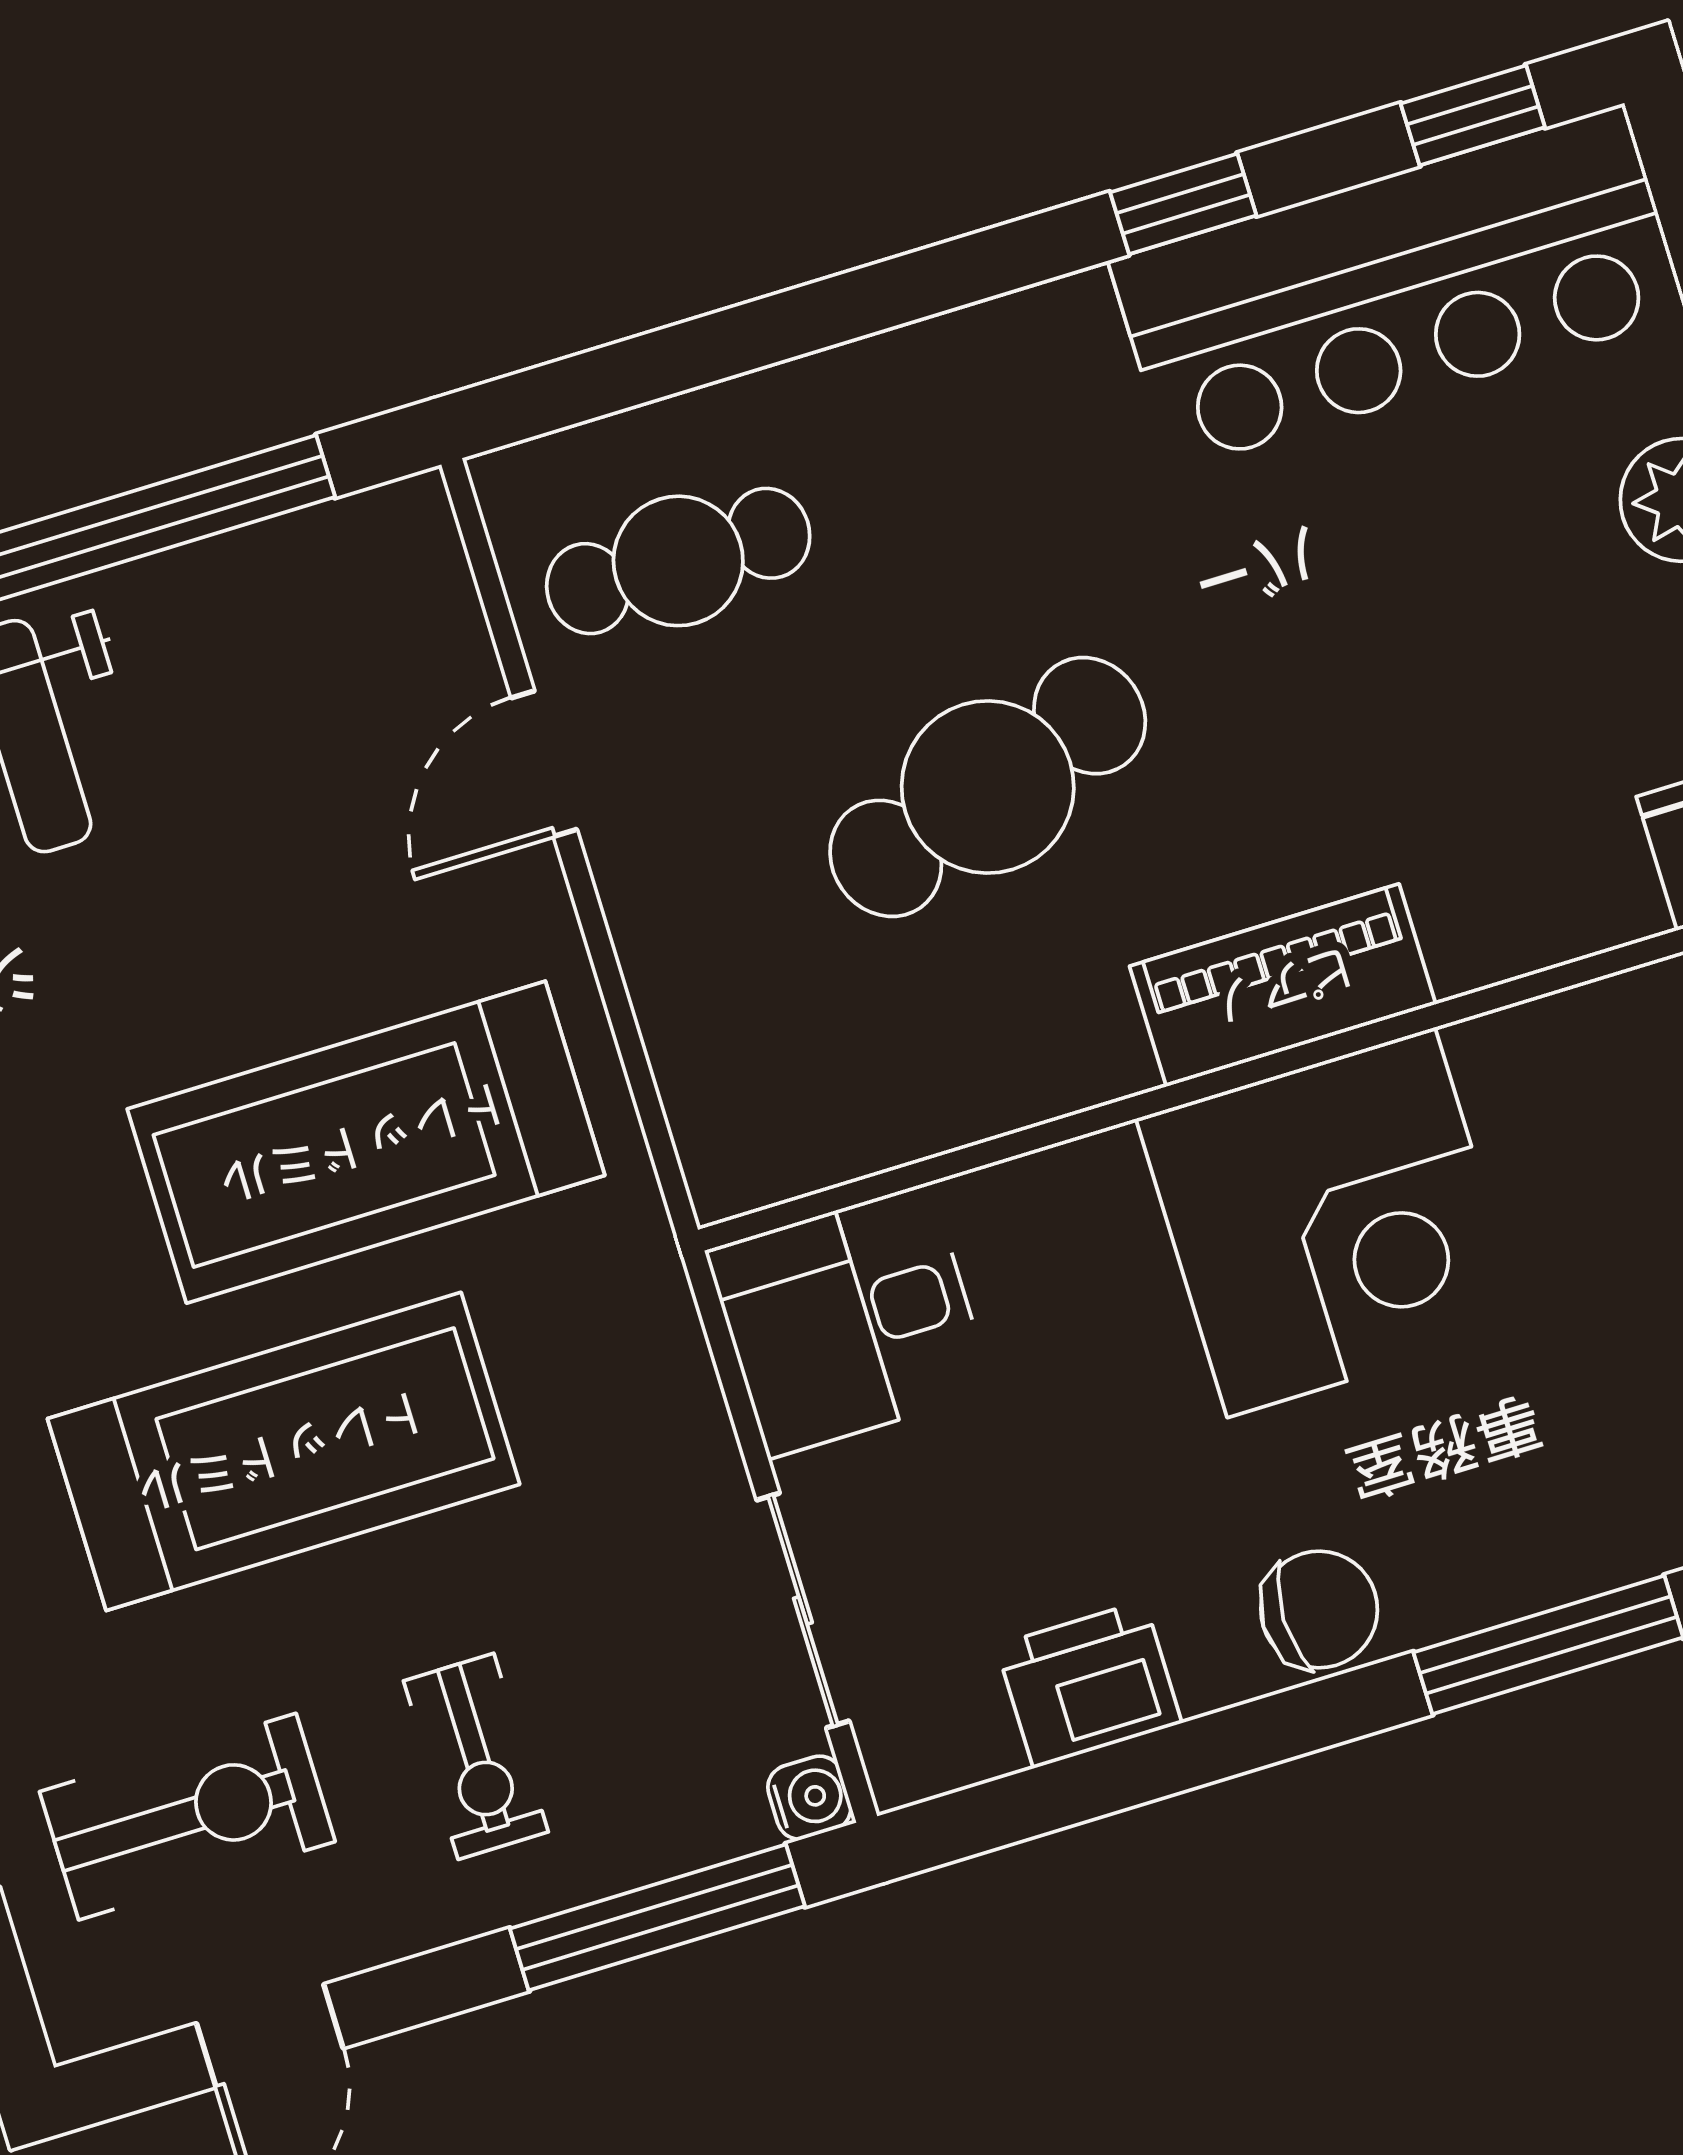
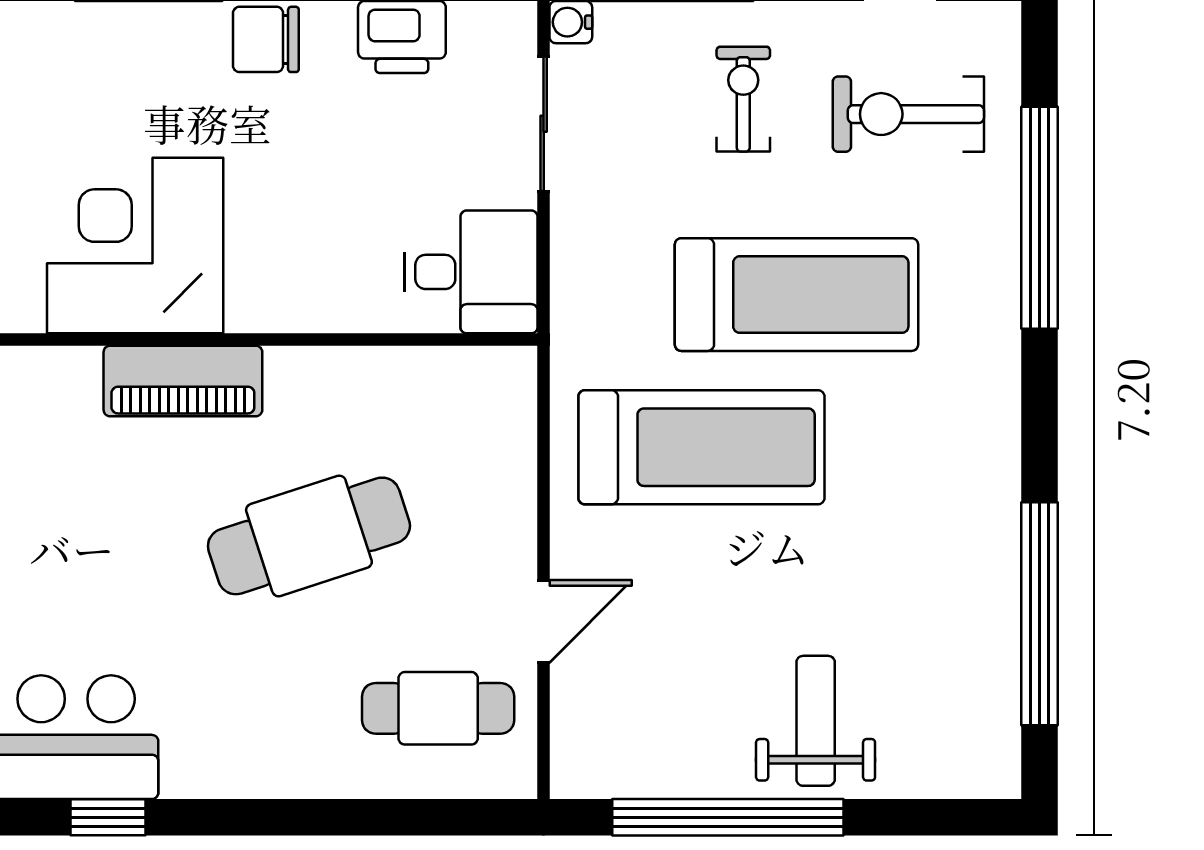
corner desk: (1331, 1222) -> (135, 246), moved
treadmill: (284, 1451) -> (797, 295), turned 180

